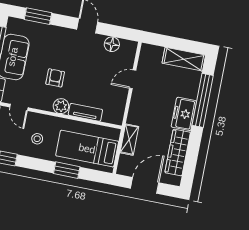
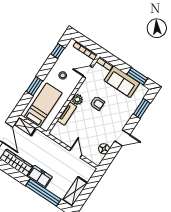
shelving: (129, 140) -> (25, 126), moved

